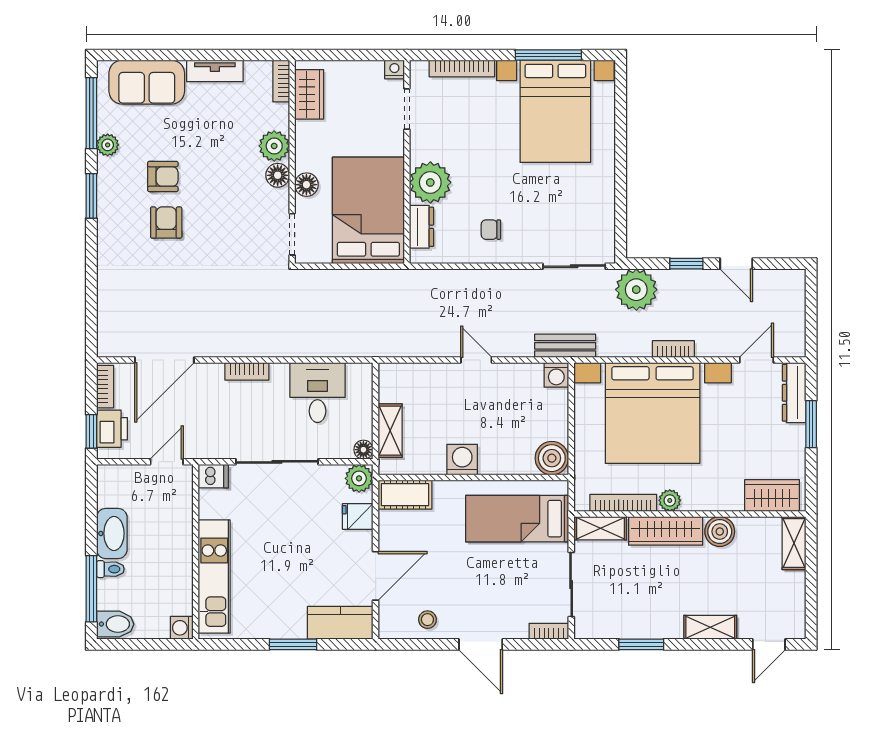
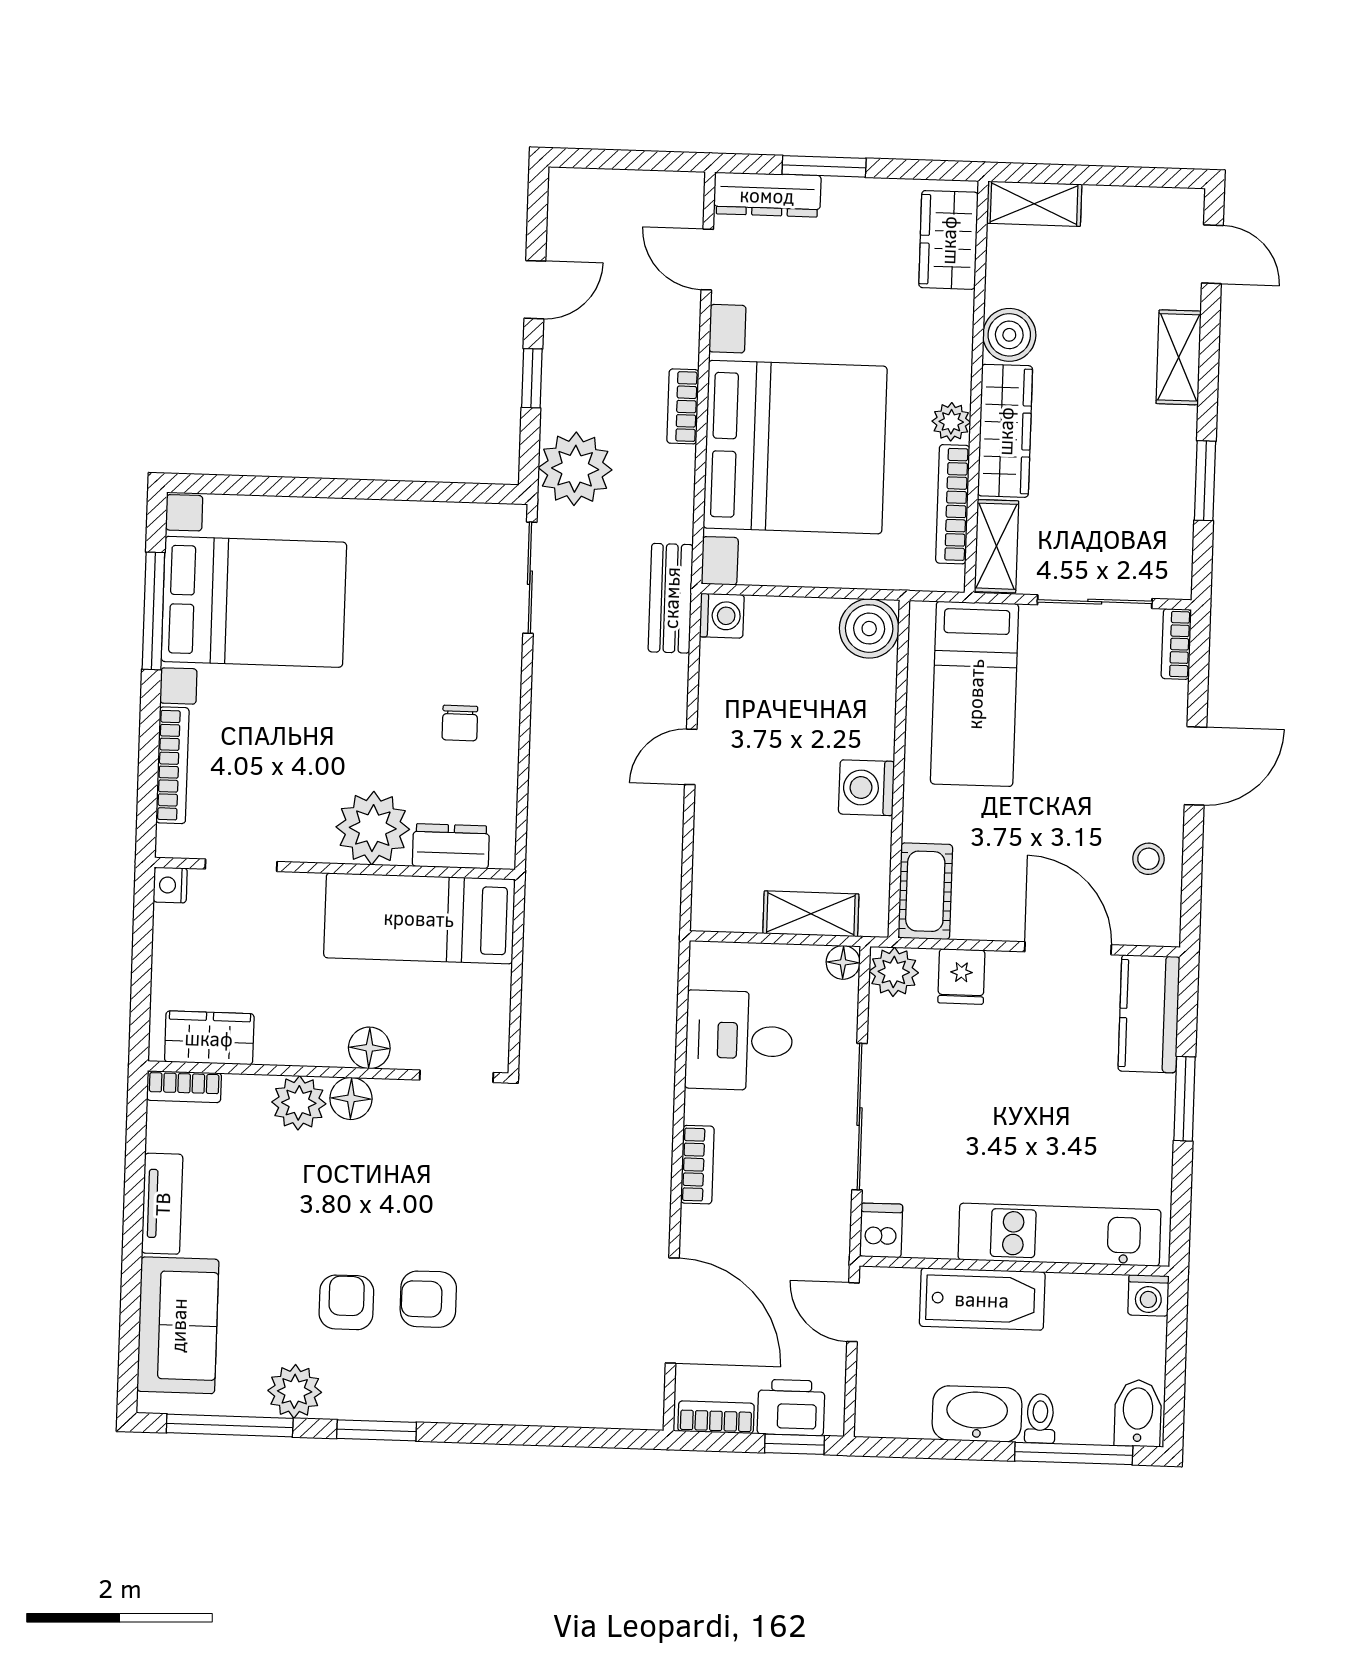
plant: (108, 145) -> (295, 1391), width x1.38, depth x1.38
bed: (368, 210) -> (419, 918), width x0.67
bathtub: (177, 534) -> (982, 1299), added

